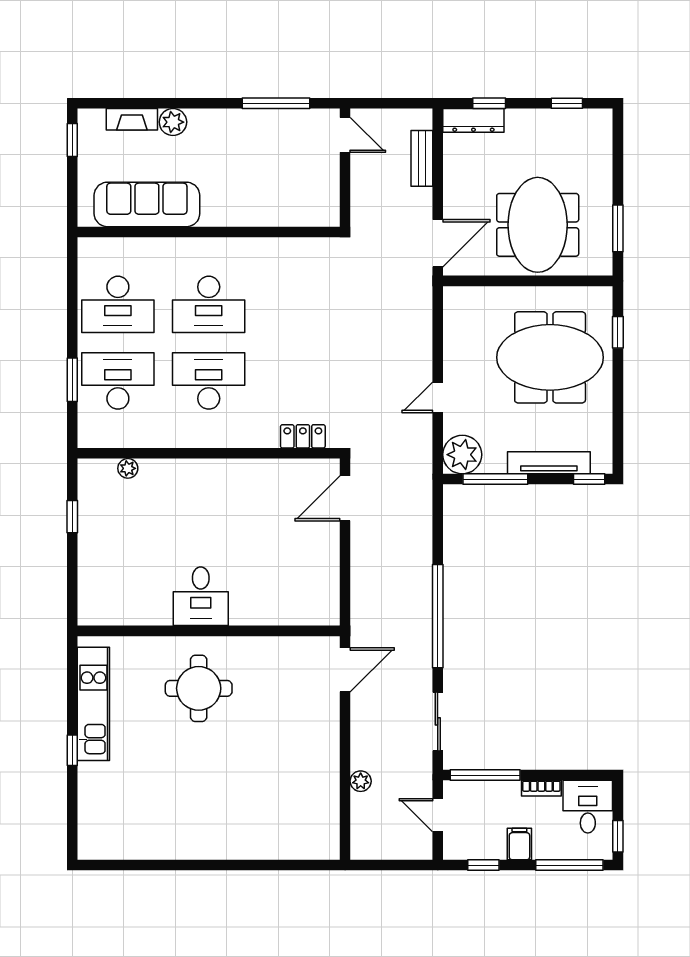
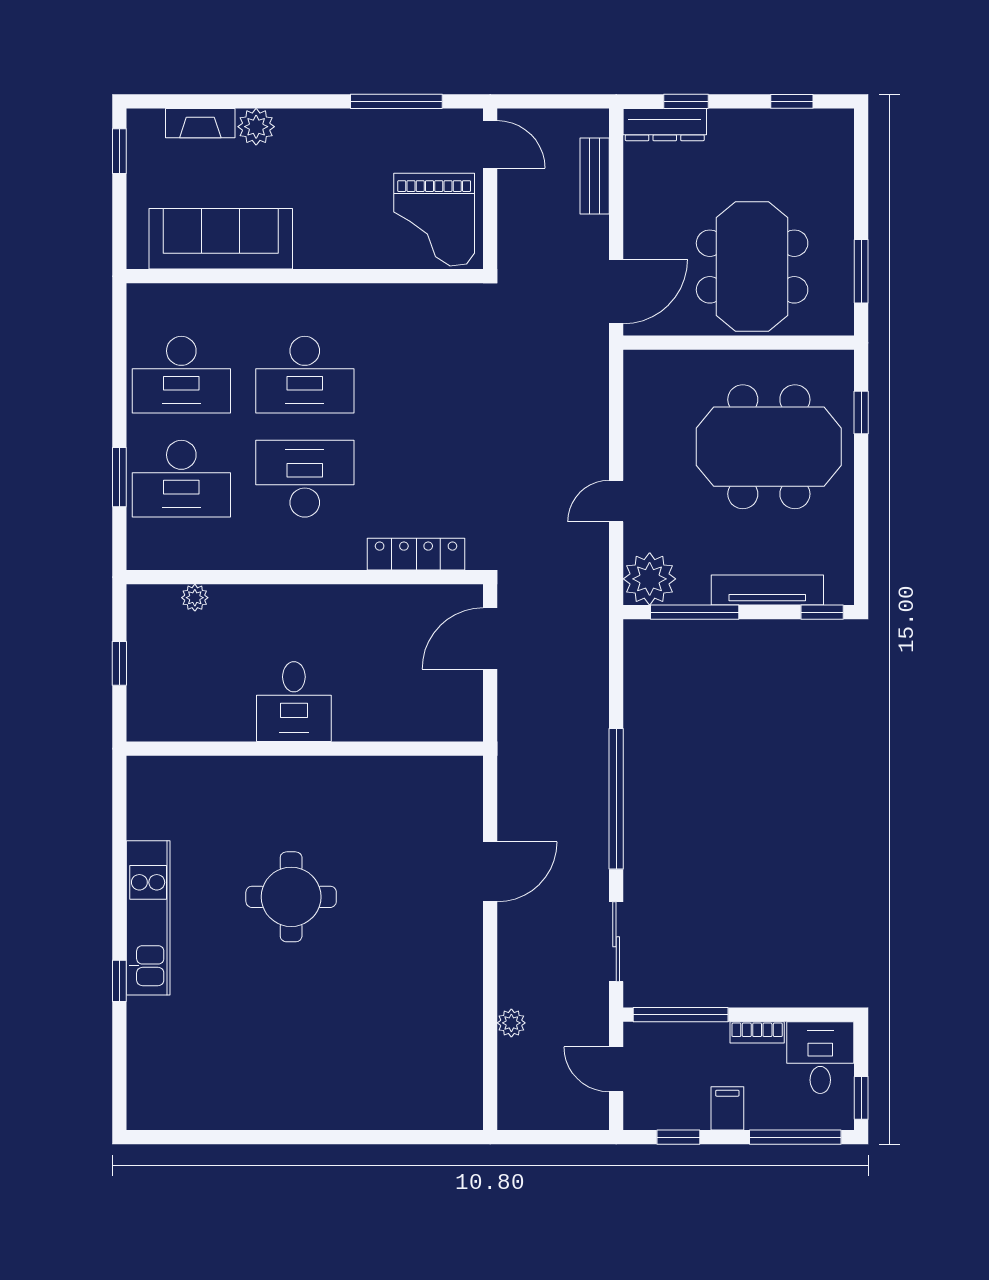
grand piano: (304, 190) -> (434, 220), added
desk: (118, 381) -> (181, 479), turned 180
locker: (303, 436) -> (416, 554), width x1.53
desk: (201, 596) -> (294, 702), moved
wall: (209, 631) -> (305, 749), moved

